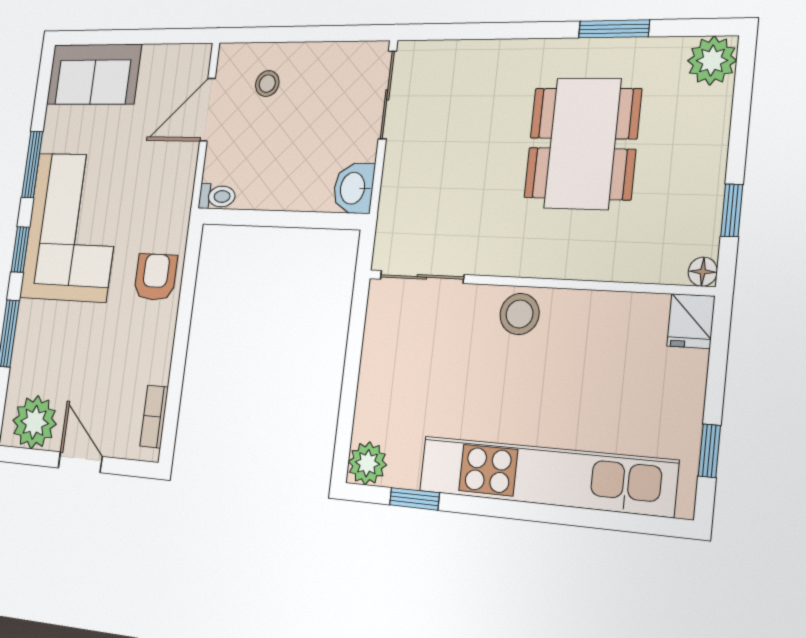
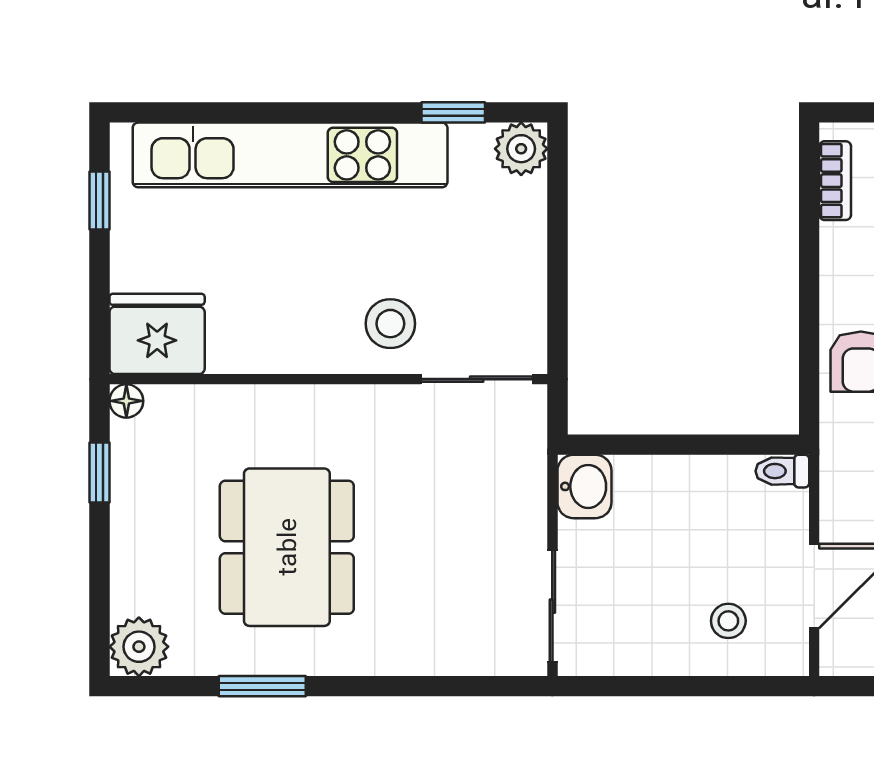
stool: (520, 314) -> (390, 324), moved
fridge: (691, 321) -> (157, 334), width x1.88, depth x1.34

